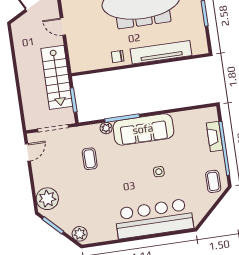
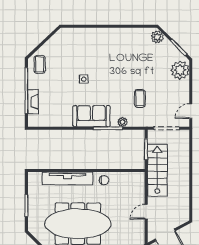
door: (63, 27) -> (146, 212), swing flipped
sofa: (143, 129) -> (91, 116), width x0.73
bar counter: (154, 219) -> (94, 41), removed

